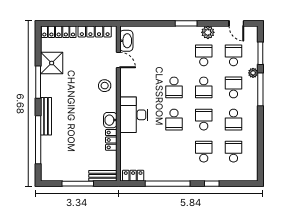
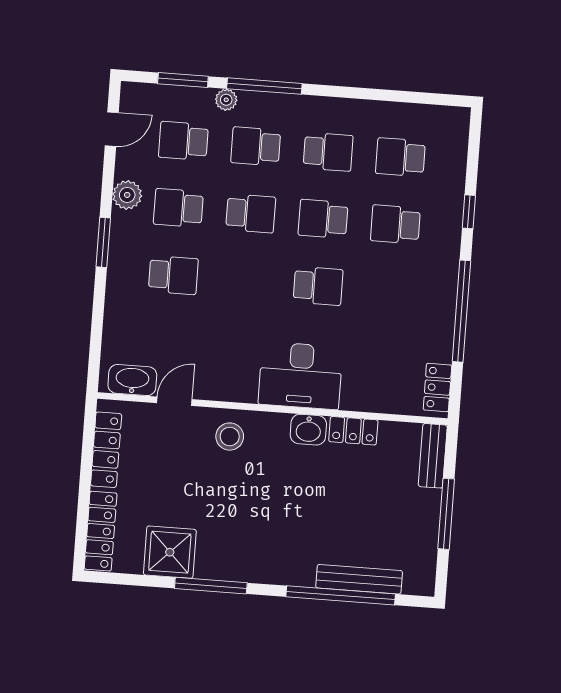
school desk: (174, 87) -> (173, 275), moved
bench: (46, 116) -> (359, 579), moved

